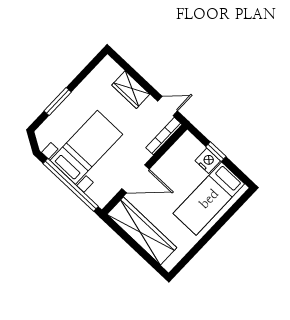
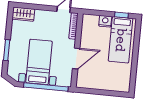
wardrobe: (131, 90) -> (23, 14), moved
window: (216, 152) -> (121, 15), moved
wardrobe: (142, 231) -> (100, 82), removed

